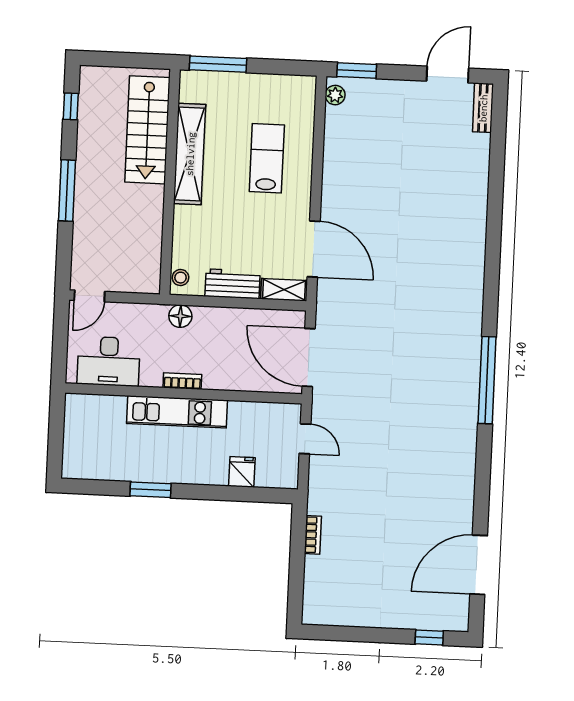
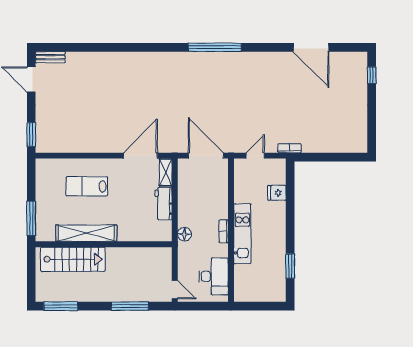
plant: (335, 95) -> (47, 147), removed
window: (71, 106) -> (61, 306), width x2.17
window: (67, 190) -> (130, 306), moved
stool: (180, 278) -> (161, 235), removed
door: (309, 358) -> (206, 156), swing flipped
window: (150, 490) -> (290, 266), moved
bookcase: (313, 535) -> (289, 148), moved
door: (479, 565) -> (311, 47), moved

